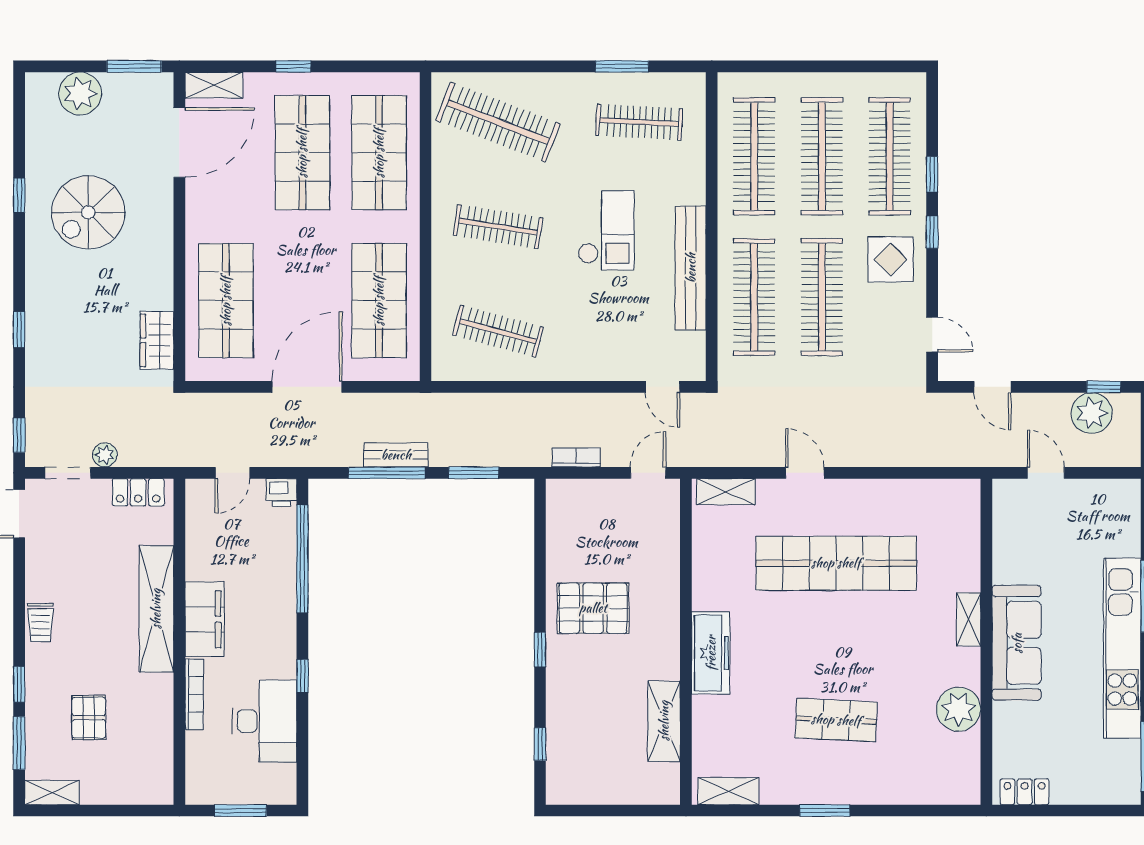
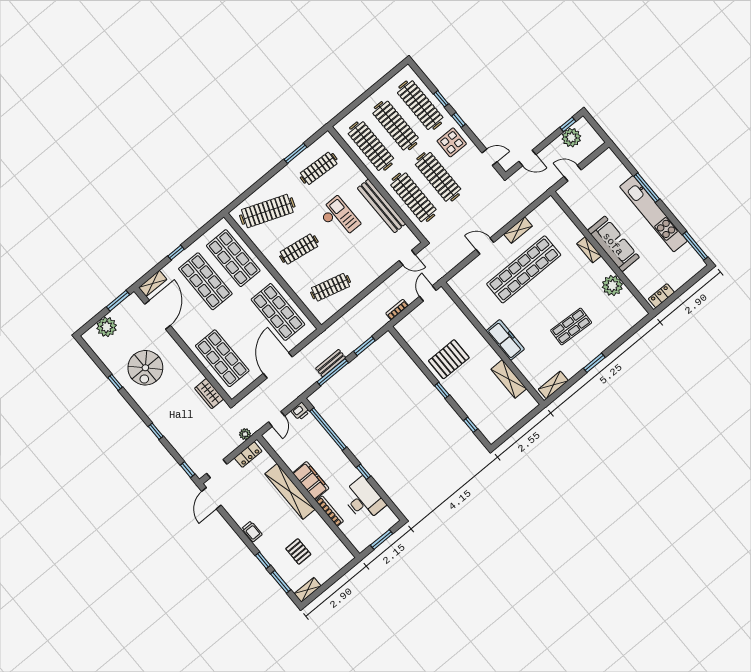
plant: (105, 455) -> (245, 434), moved
shelving: (726, 492) -> (518, 230), moved

